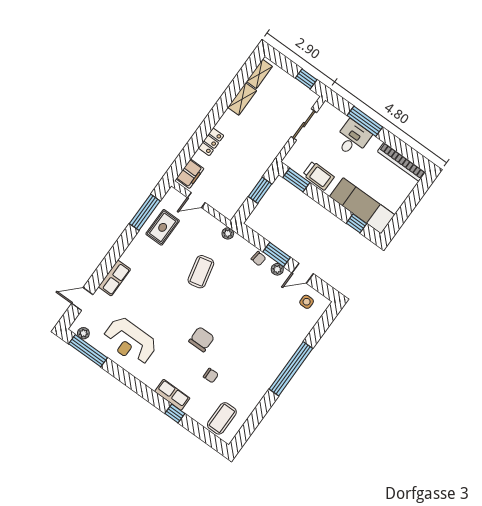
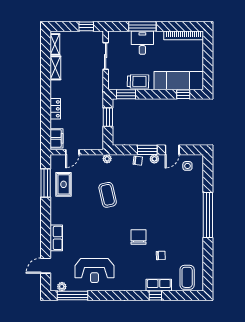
row of seats: (172, 395) -> (159, 285), moved

